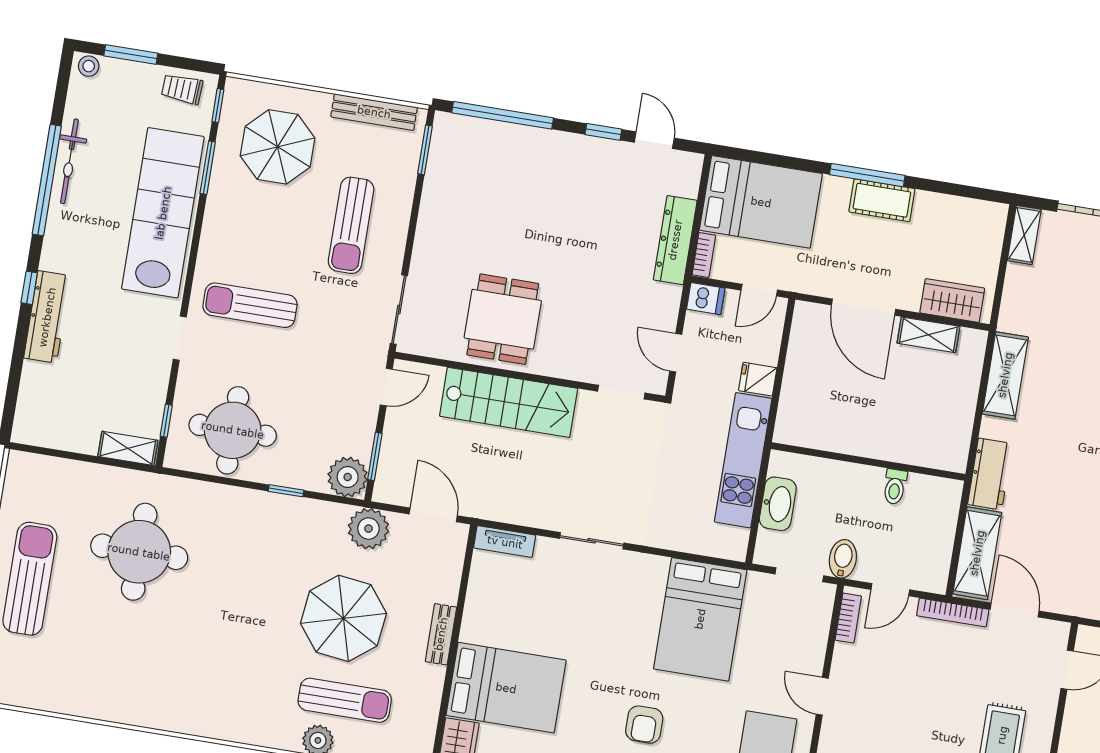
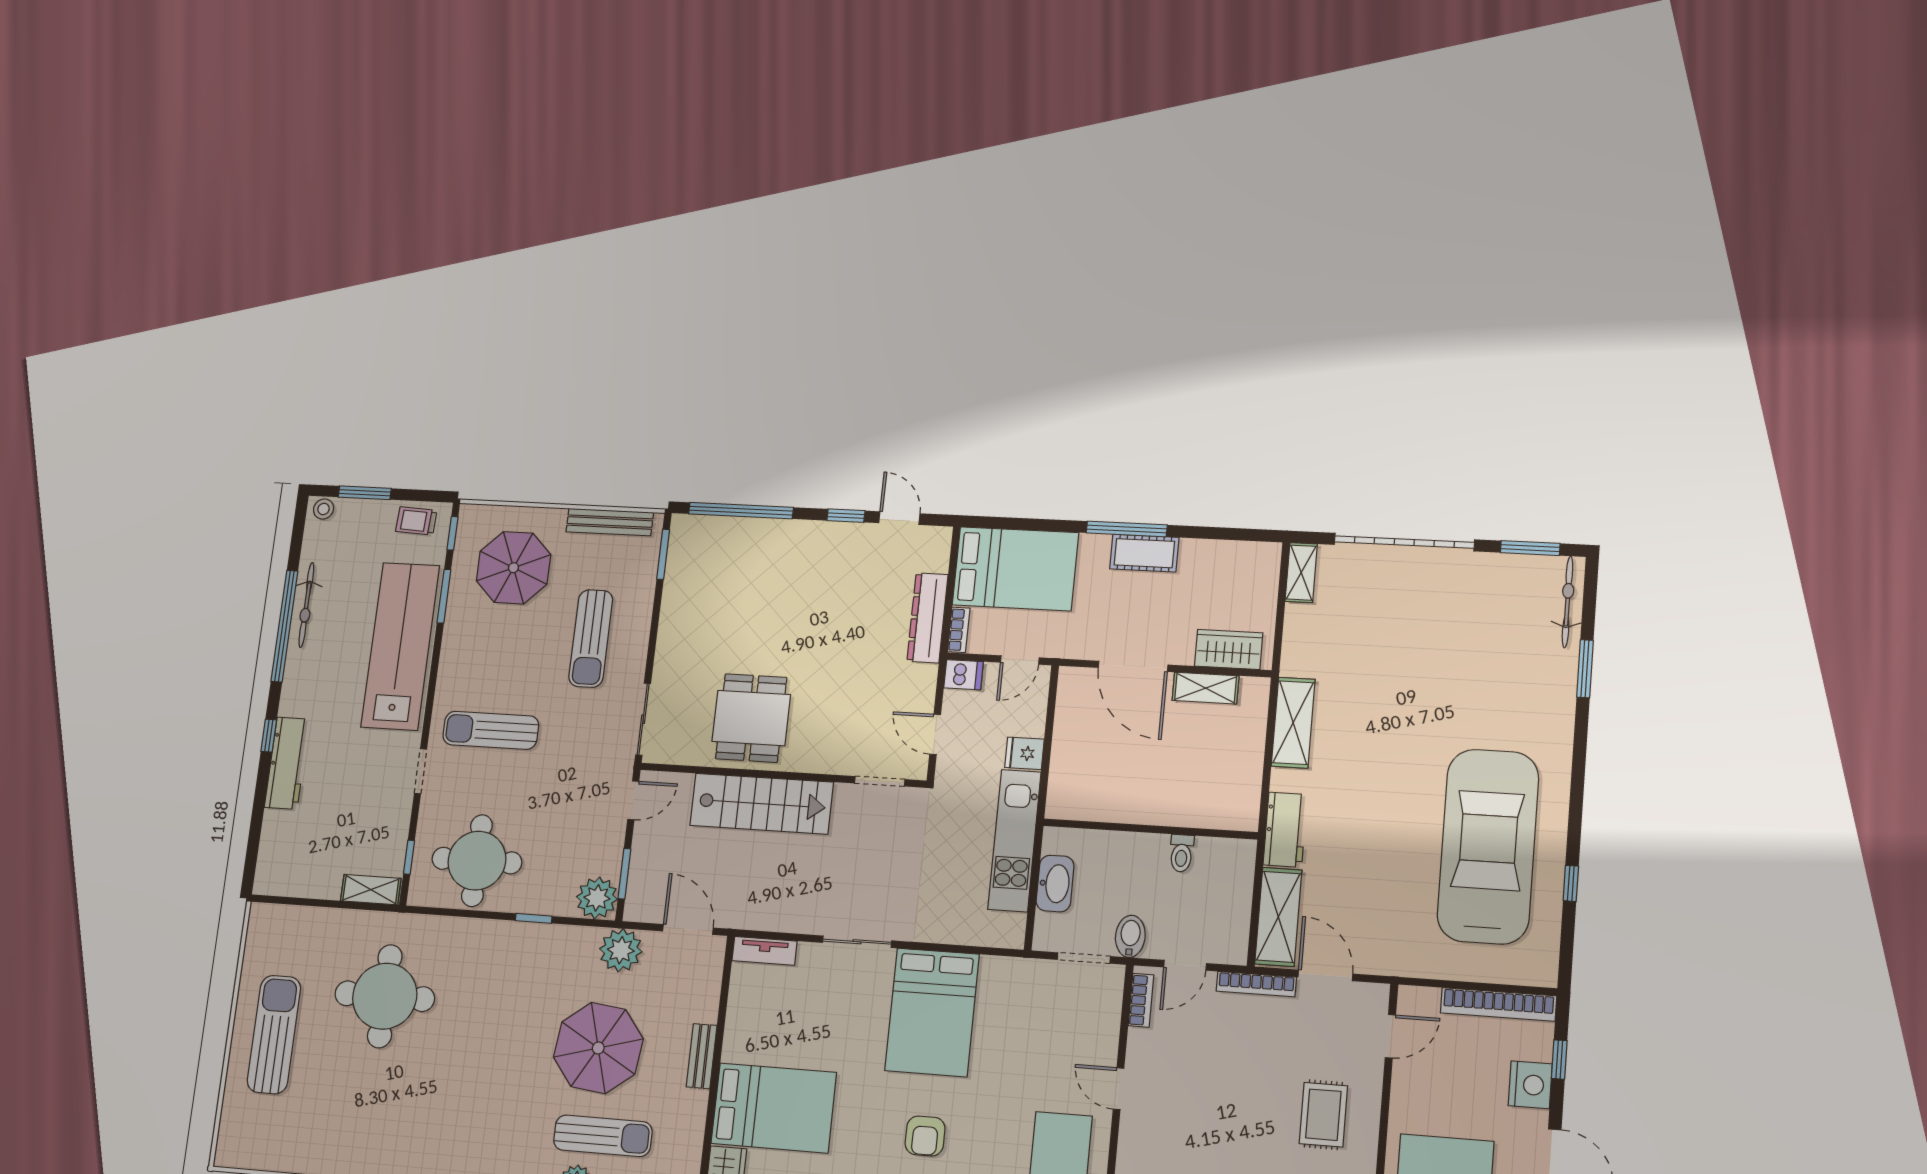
bed: (700, 619) -> (932, 1012), moved

